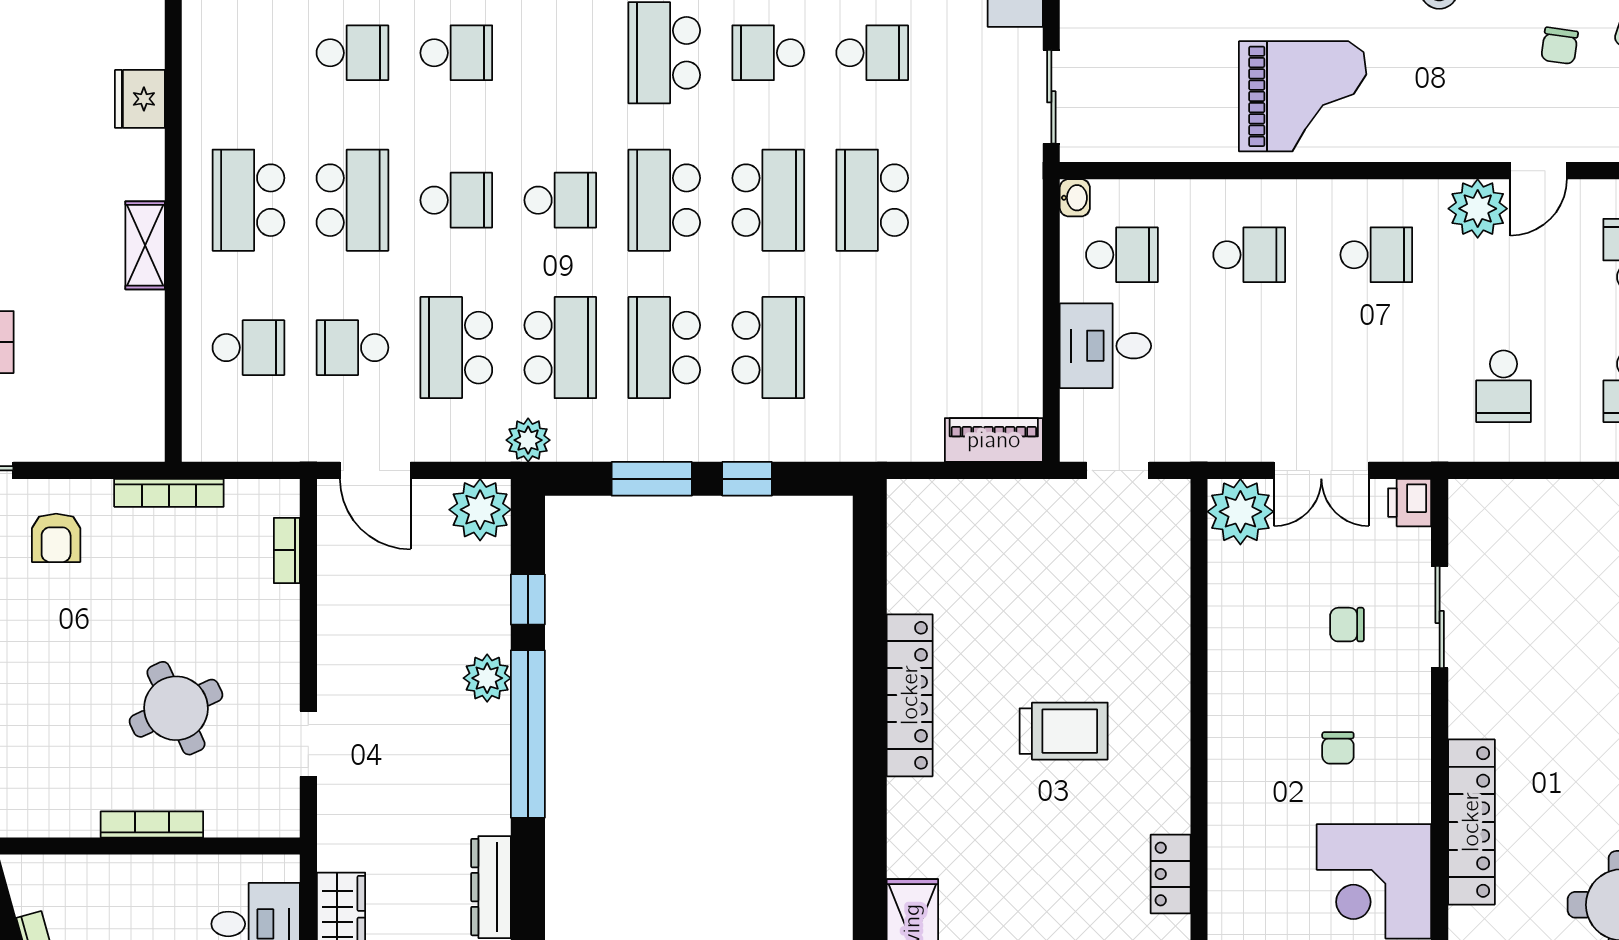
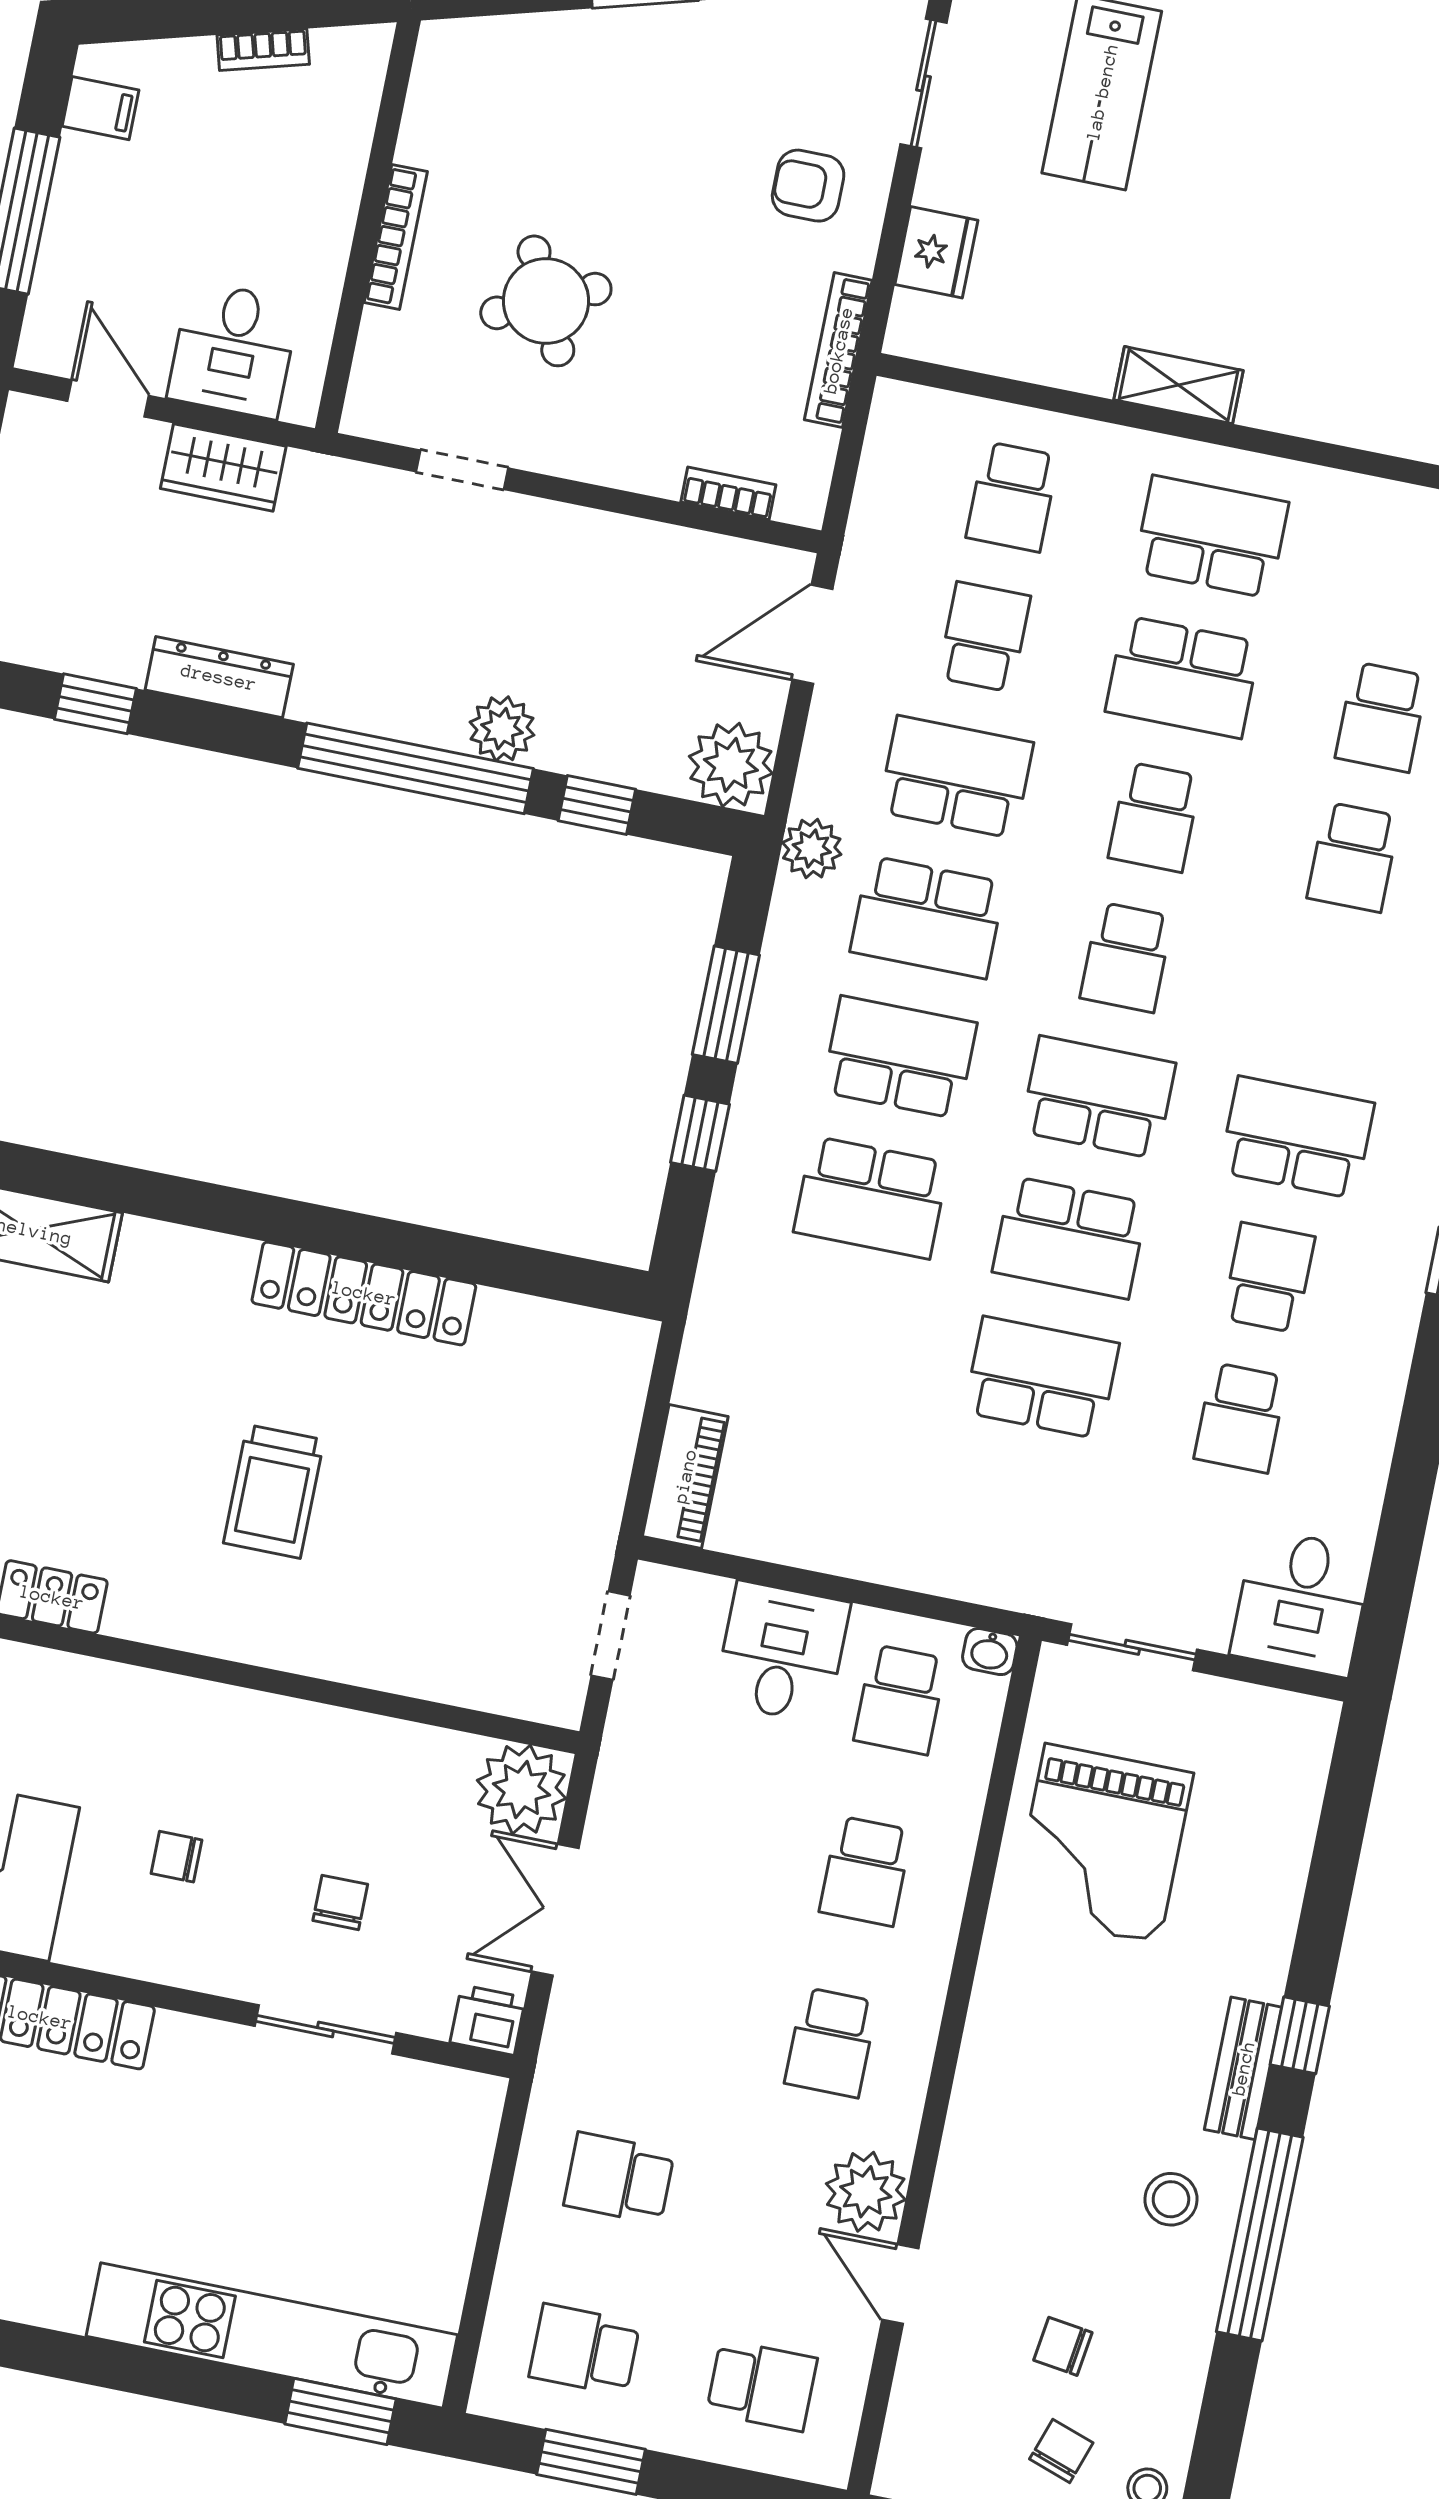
grand piano: (1303, 96) -> (1102, 1844), moved
fridge: (140, 99) -> (936, 252), moved, turned 90

